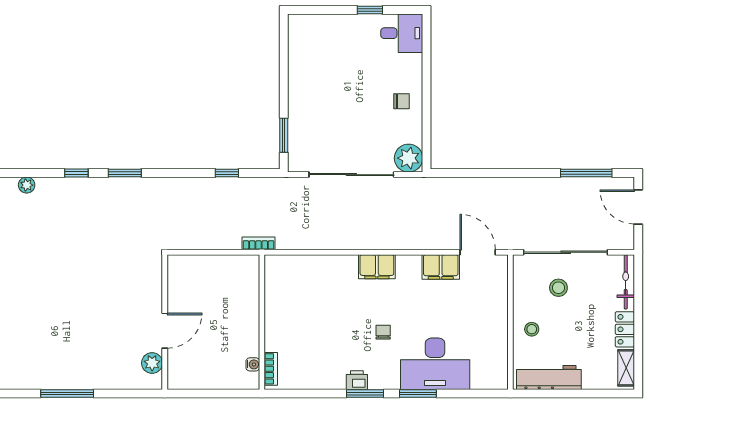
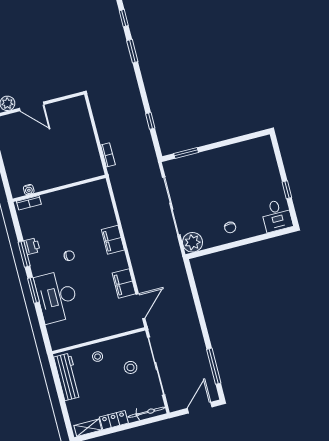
wall: (262, 322) -> (59, 188), moved
water cooler: (253, 364) -> (29, 190), moved
bookcase: (271, 369) -> (29, 203), moved

